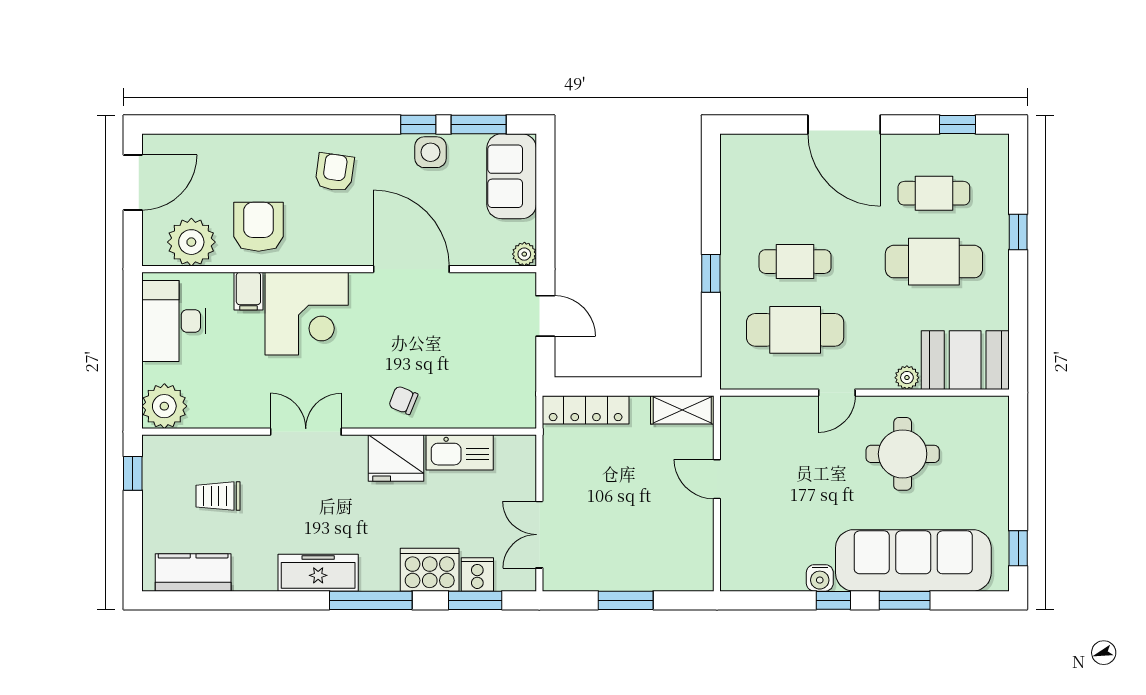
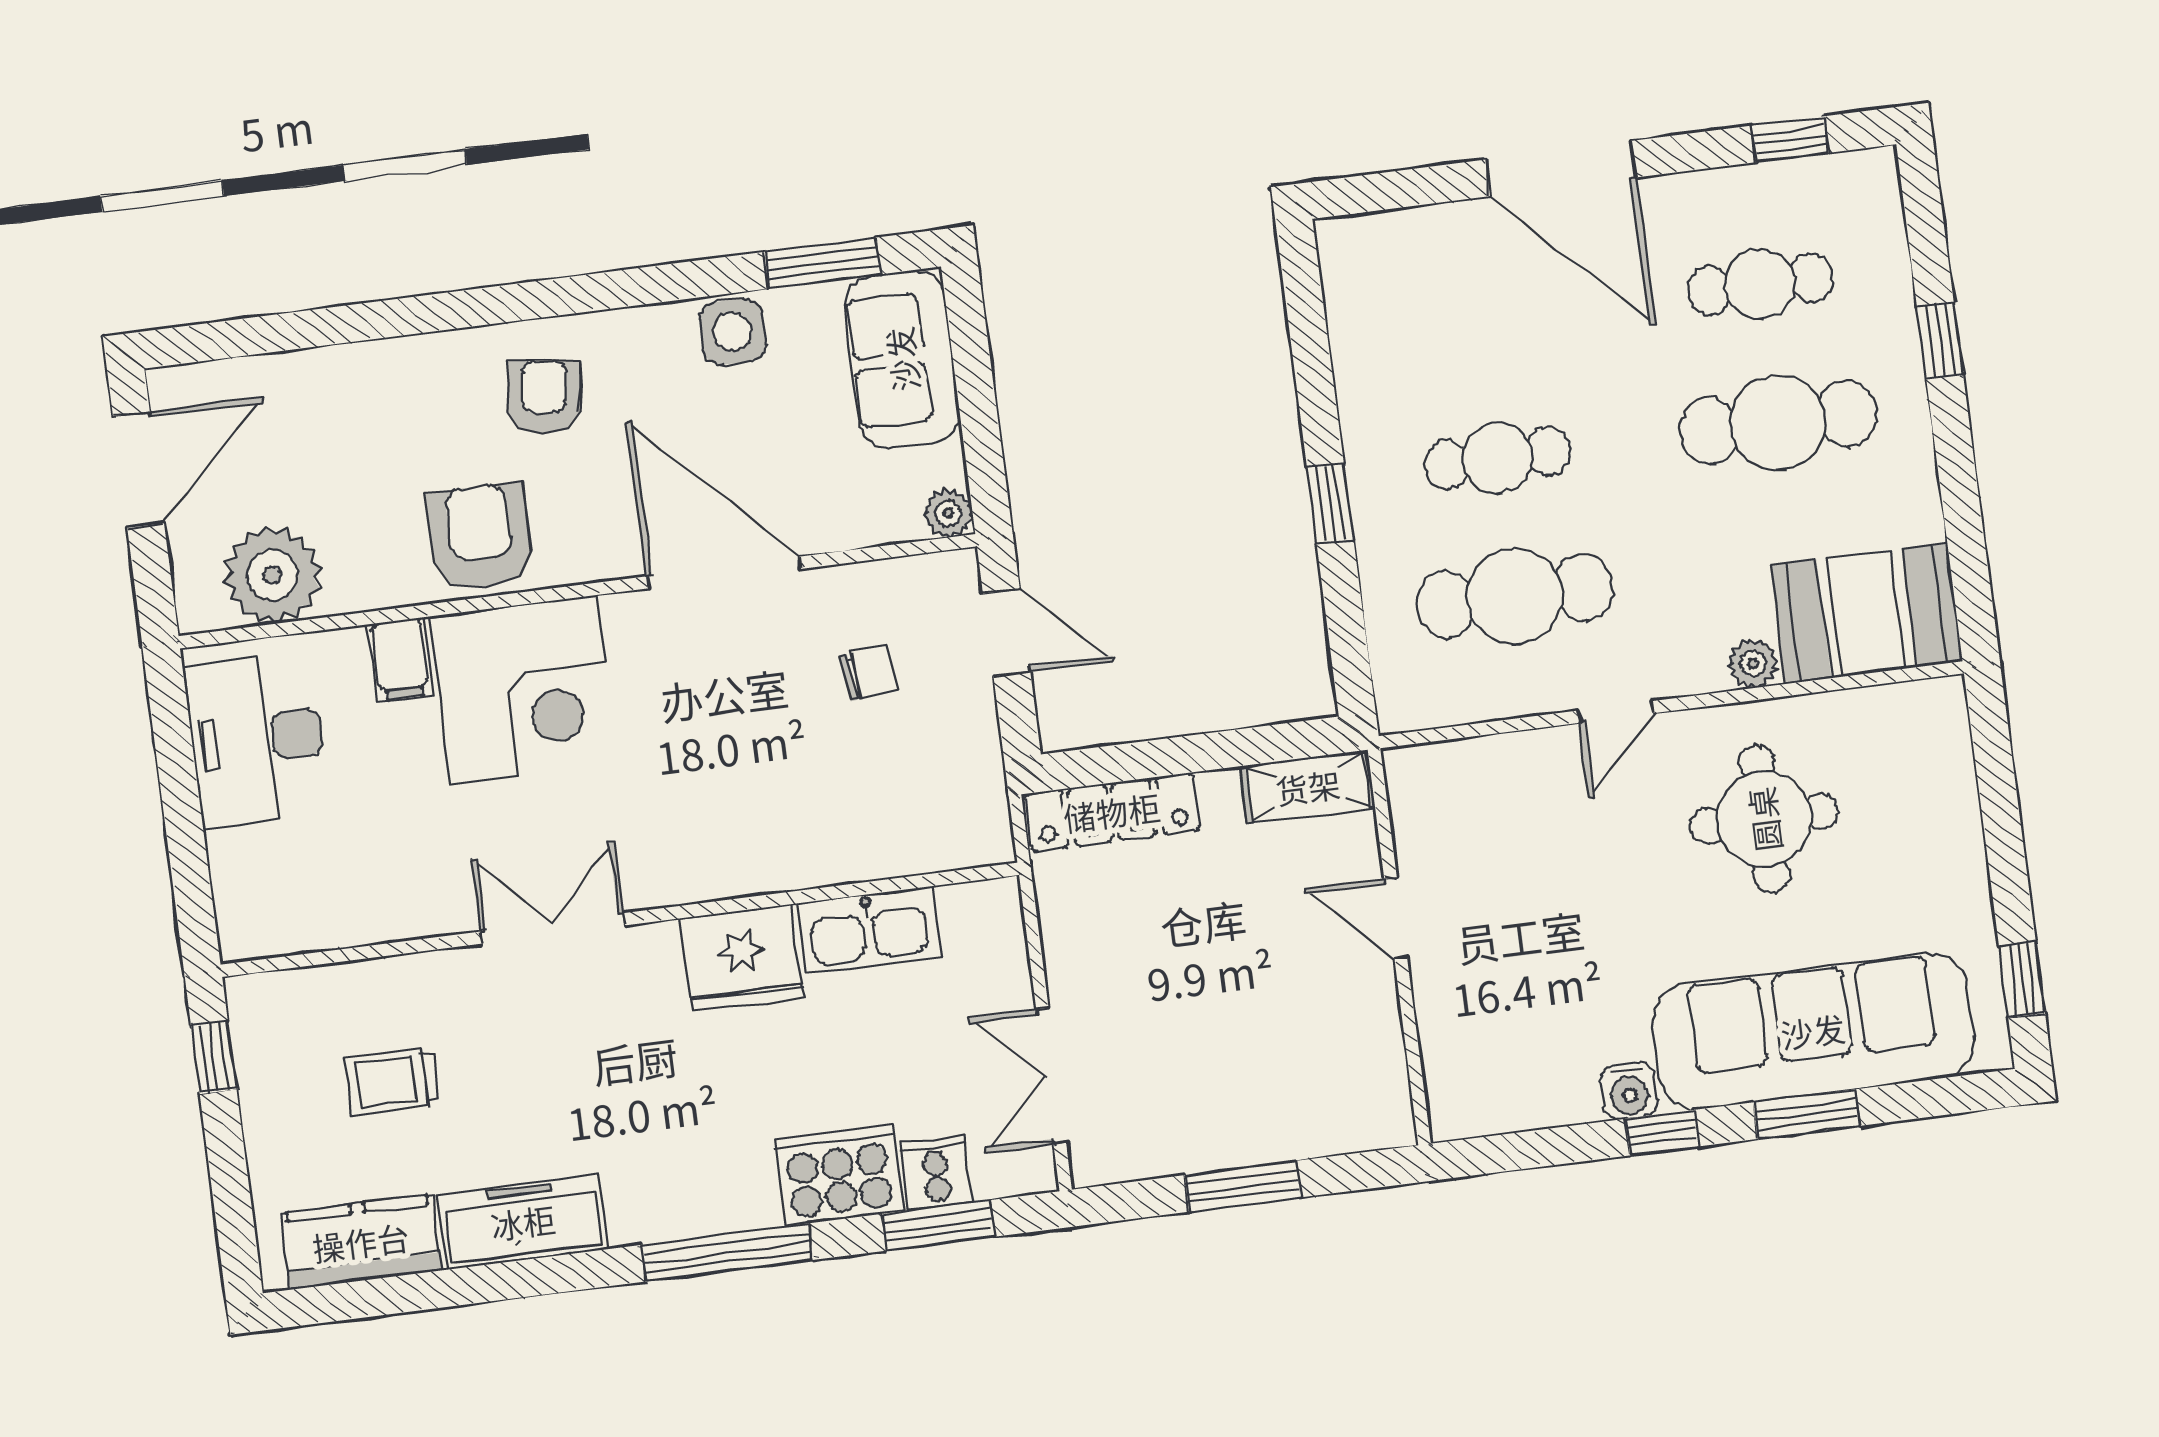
window: (418, 125) -> (700, 279), removed
armchair: (259, 227) -> (480, 537), moved
chair: (403, 400) -> (868, 673), moved, turned 151
plant: (164, 406) -> (260, 913), removed
freezer: (318, 573) -> (523, 1222), moved

